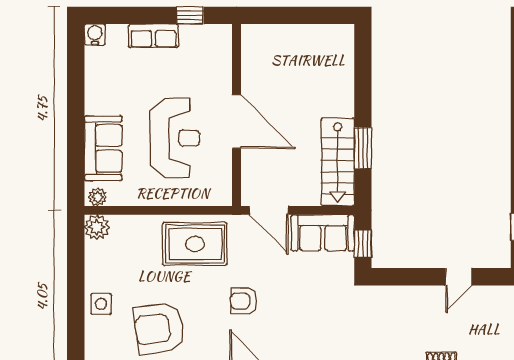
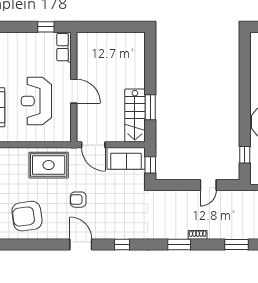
row of seats: (154, 36) -> (64, 47), moved, turned 90
door: (236, 122) -> (74, 91), width x0.73
reception desk: (175, 138) -> (36, 101), turned 180

